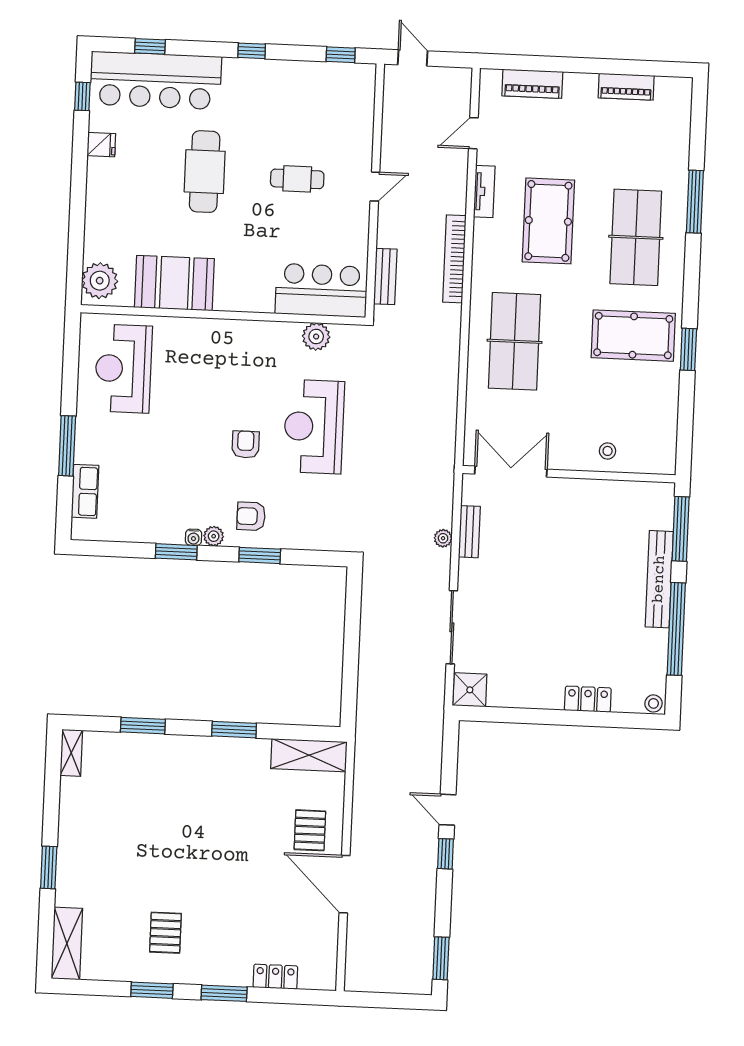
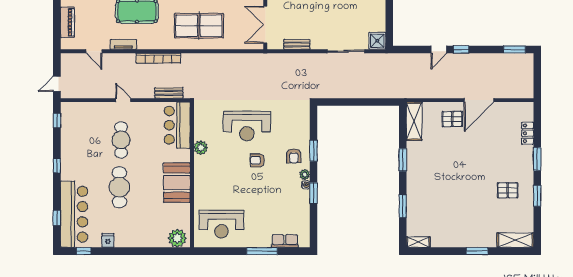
cafe table: (205, 172) -> (119, 187), turned 90
cafe table: (297, 179) -> (121, 140), width x1.37, depth x1.35
booth: (174, 283) -> (177, 183), moved
plant: (316, 337) -> (201, 148), moved
plant: (443, 538) -> (301, 58), removed

